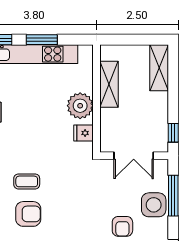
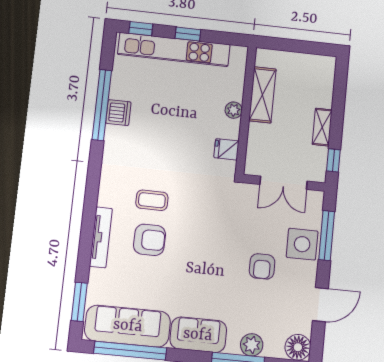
window: (42, 40) -> (188, 34), width x0.67
shelving: (159, 68) -> (322, 127), moved, width x0.67, depth x0.75
plant: (80, 106) -> (234, 110), width x0.53, depth x0.53

